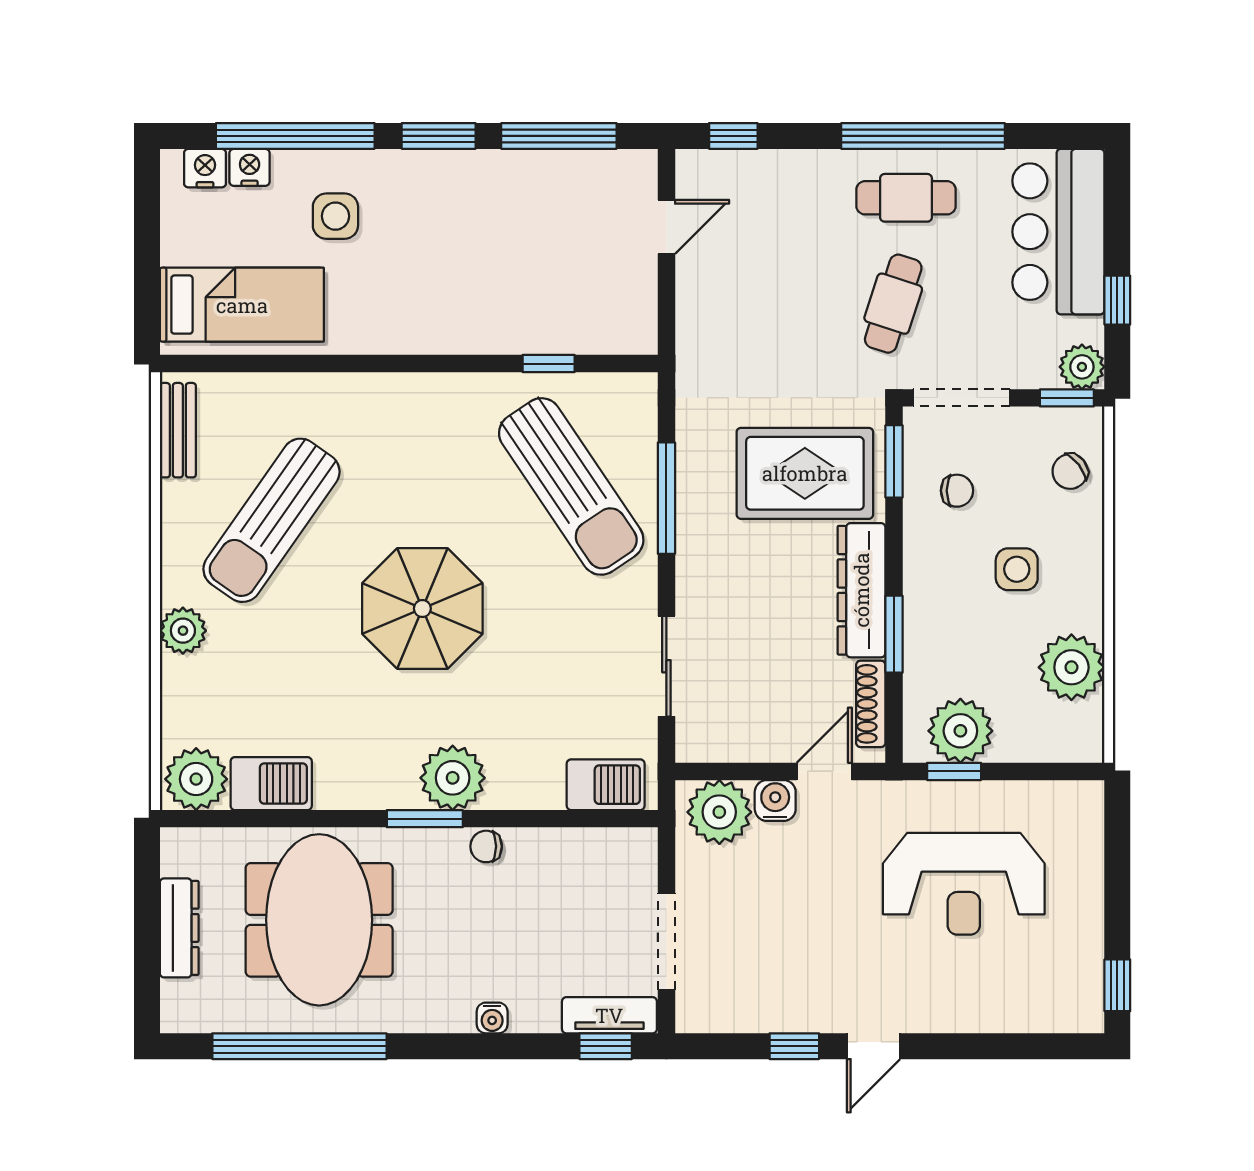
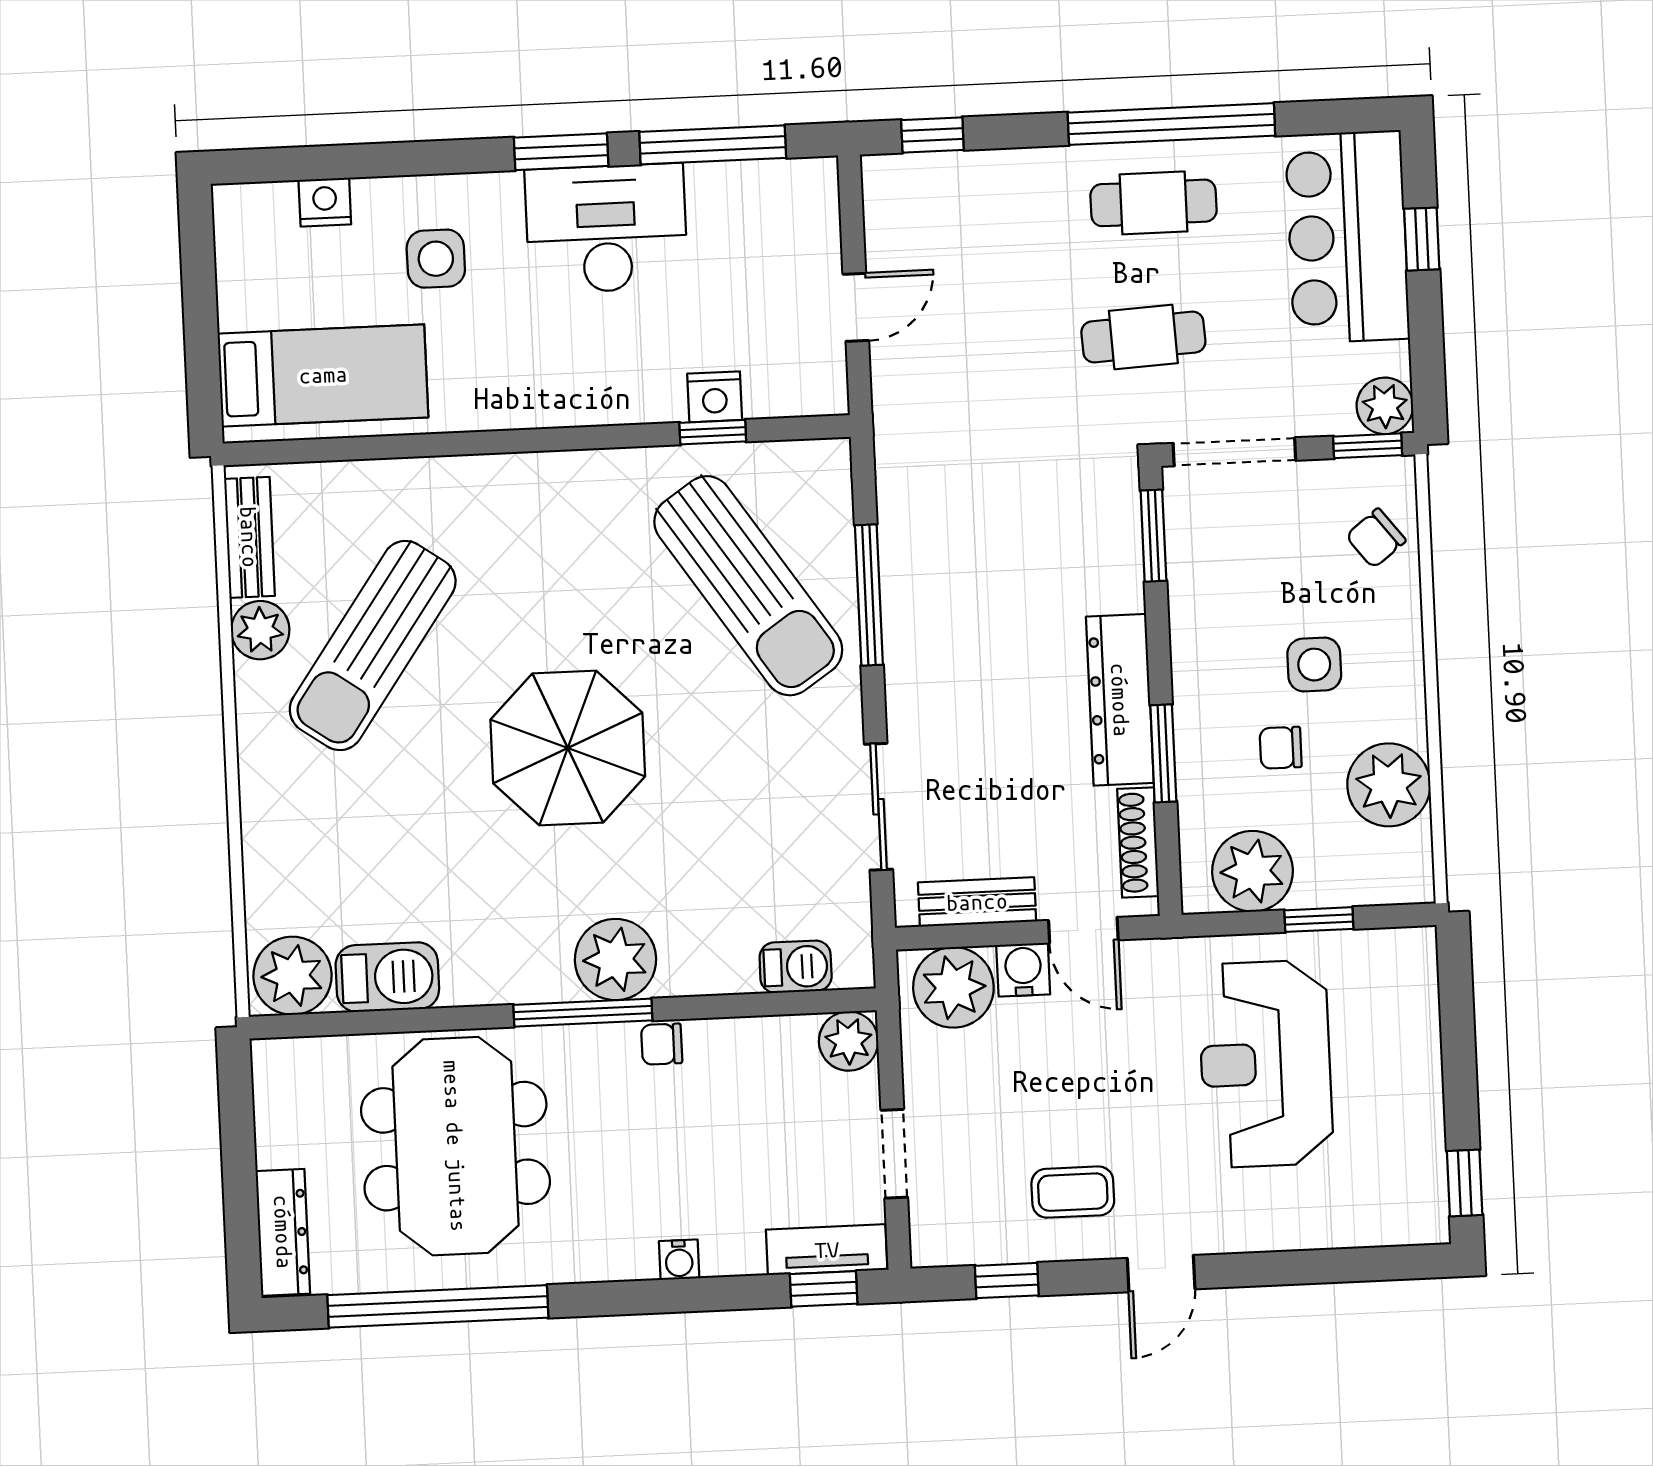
window: (295, 136) -> (381, 160), removed
nightstand: (205, 168) -> (715, 397), moved, turned 180
desk: (472, 198) -> (606, 228), added
door: (666, 227) -> (856, 307), moved
window: (1117, 300) -> (1422, 239), moved
cafe table: (893, 304) -> (1143, 337), turned 69
rug: (805, 473) -> (1042, 556), removed
chair: (957, 491) -> (1281, 748), moved, turned 180
plant: (183, 631) -> (260, 630), moved
bench: (741, 745) -> (977, 902), added
door: (824, 771) -> (1083, 930), swing flipped
window: (954, 771) -> (1319, 920), moved
barbecue: (606, 785) -> (796, 967), width x0.73, depth x0.79
window: (425, 819) -> (583, 1013), width x1.44
plant: (634, 851) -> (849, 1041), added
reception desk: (964, 884) -> (1265, 1064), turned 90
dresser: (179, 928) -> (283, 1232), moved
doorway: (666, 942) -> (894, 1154), width x0.73
coffee table: (806, 978) -> (1073, 1192), added
window: (794, 1046) -> (1007, 1281), moved

